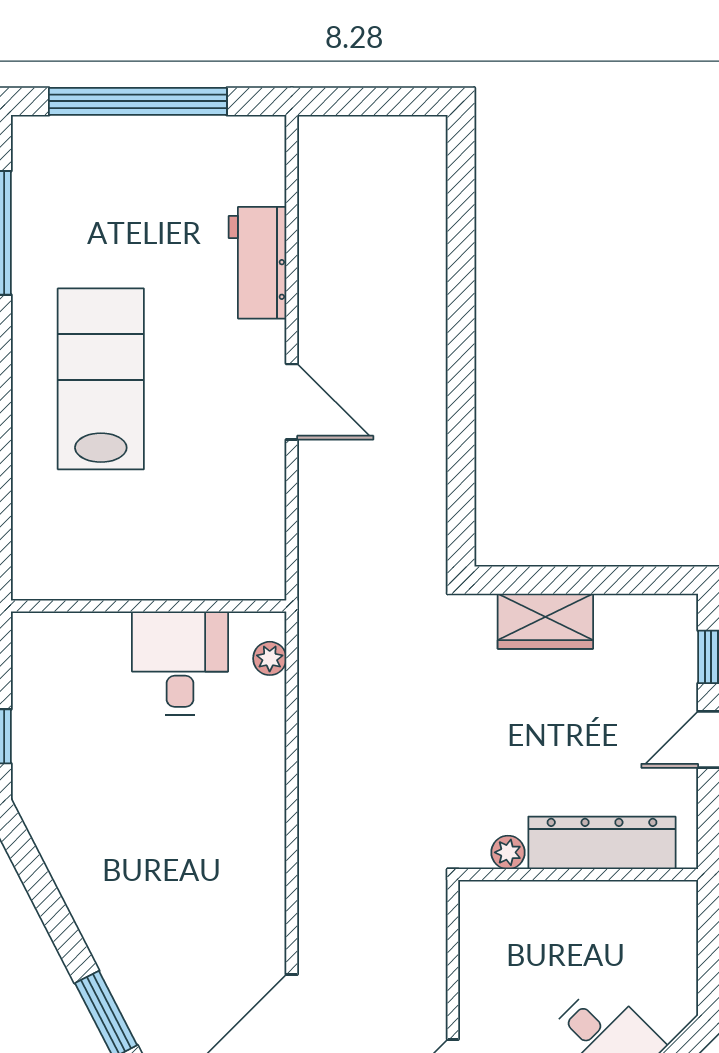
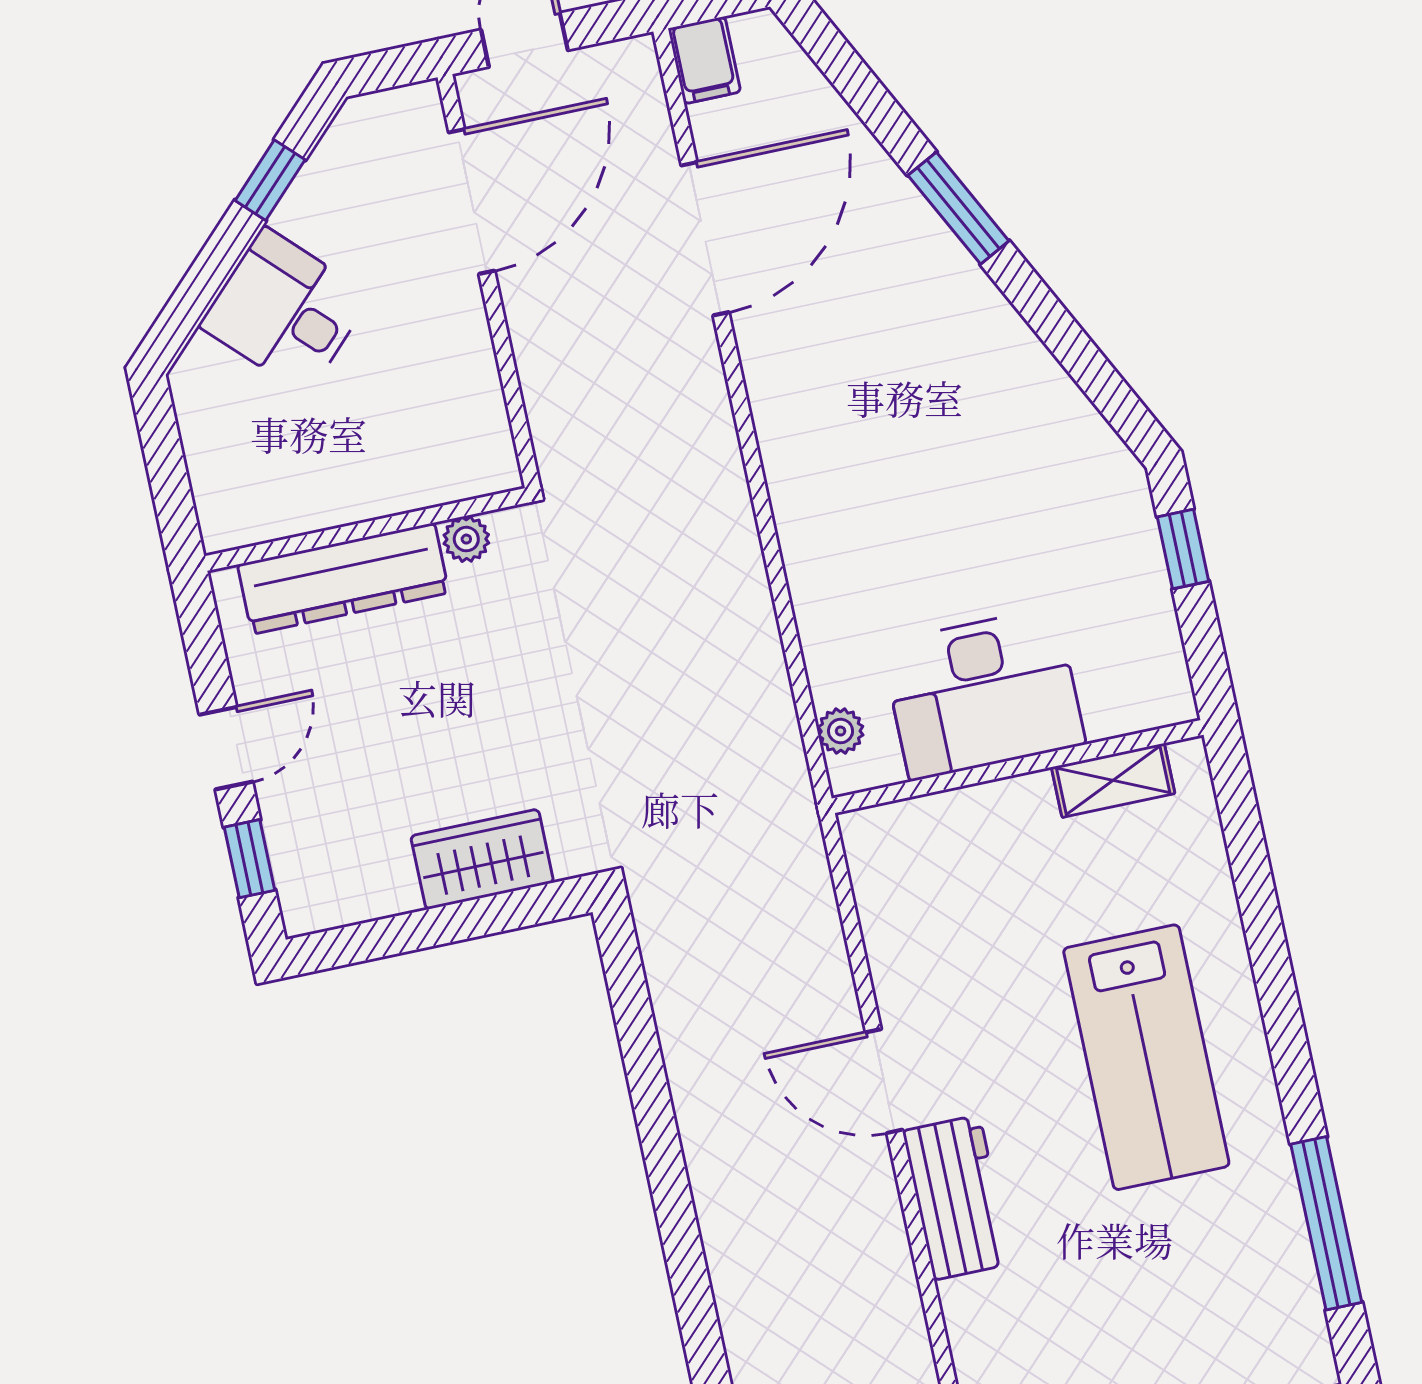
workbench: (258, 263) -> (957, 1197), moved
shelving: (82, 582) -> (1113, 780), added
desk: (180, 663) -> (983, 694), width x1.37

